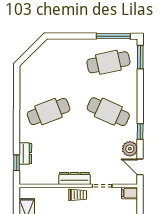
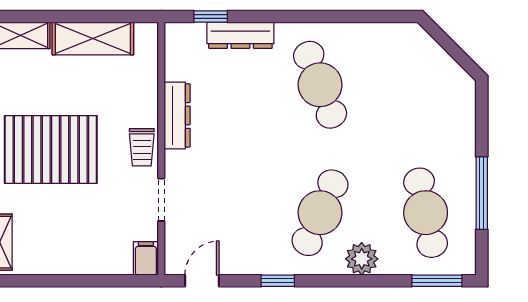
window: (113, 36) -> (482, 193), moved
plant: (130, 149) -> (362, 259), moved
dresser: (25, 153) -> (240, 35), width x1.44
dresser: (74, 178) -> (177, 115), moved

